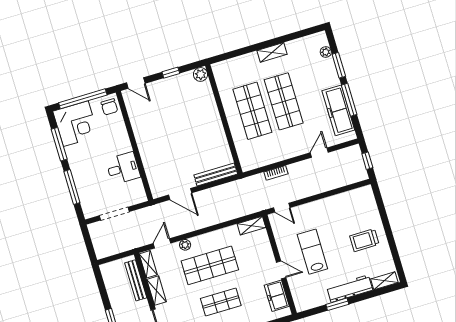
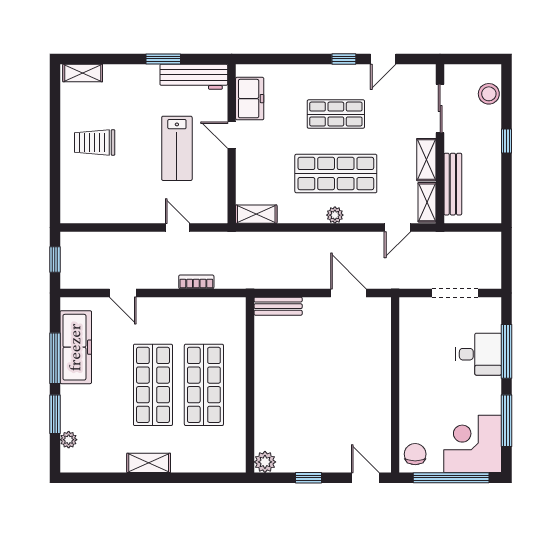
door: (319, 153) -> (123, 293), hinge flipped
desk: (123, 168) -> (479, 354), moved, turned 180
bench: (216, 175) -> (278, 306), width x0.73
door: (282, 208) -> (178, 228), moved
trolley: (364, 240) -> (95, 142), turned 180
plant: (185, 245) -> (335, 215), moved
workbench: (350, 289) -> (194, 77), moved

